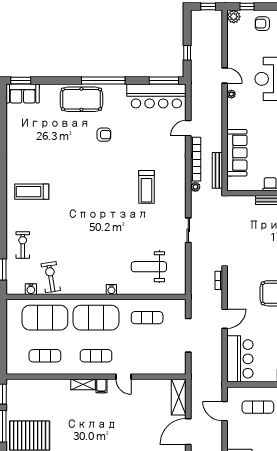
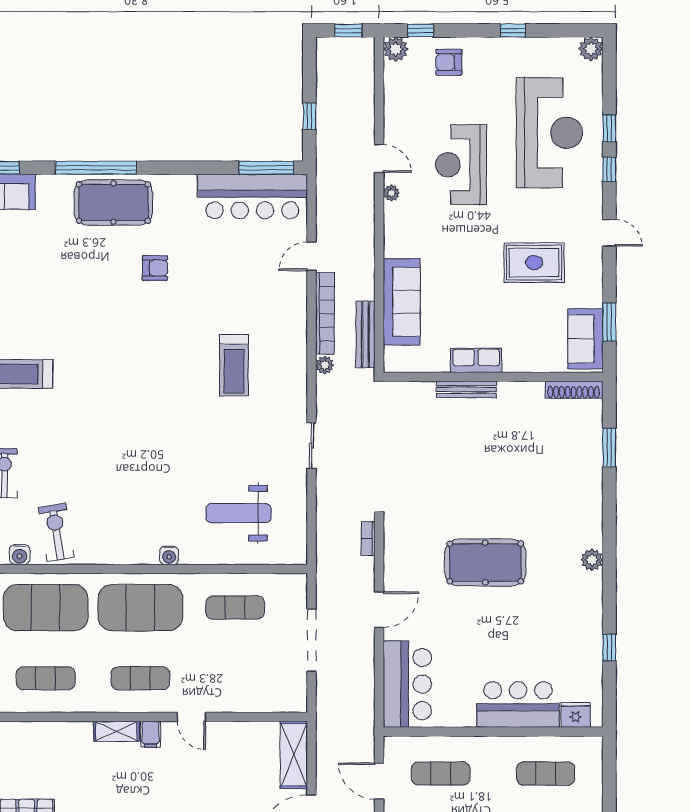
window: (103, 80) -> (96, 168), moved

